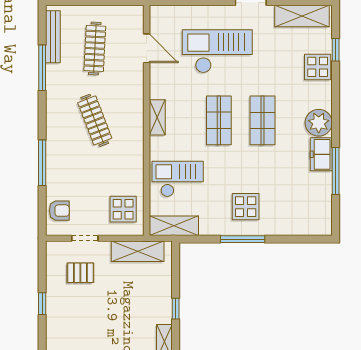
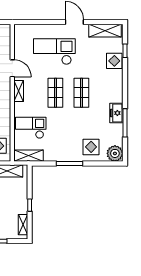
door: (147, 48) -> (12, 68), moved
plant: (319, 123) -> (115, 153), moved
display table: (246, 207) -> (91, 147), moved

